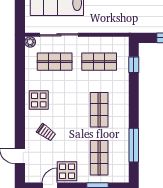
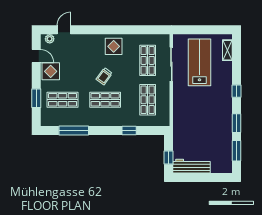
plant: (30, 42) -> (50, 39), moved
window: (134, 65) -> (129, 130), moved
trolley: (46, 132) -> (104, 76), moved

